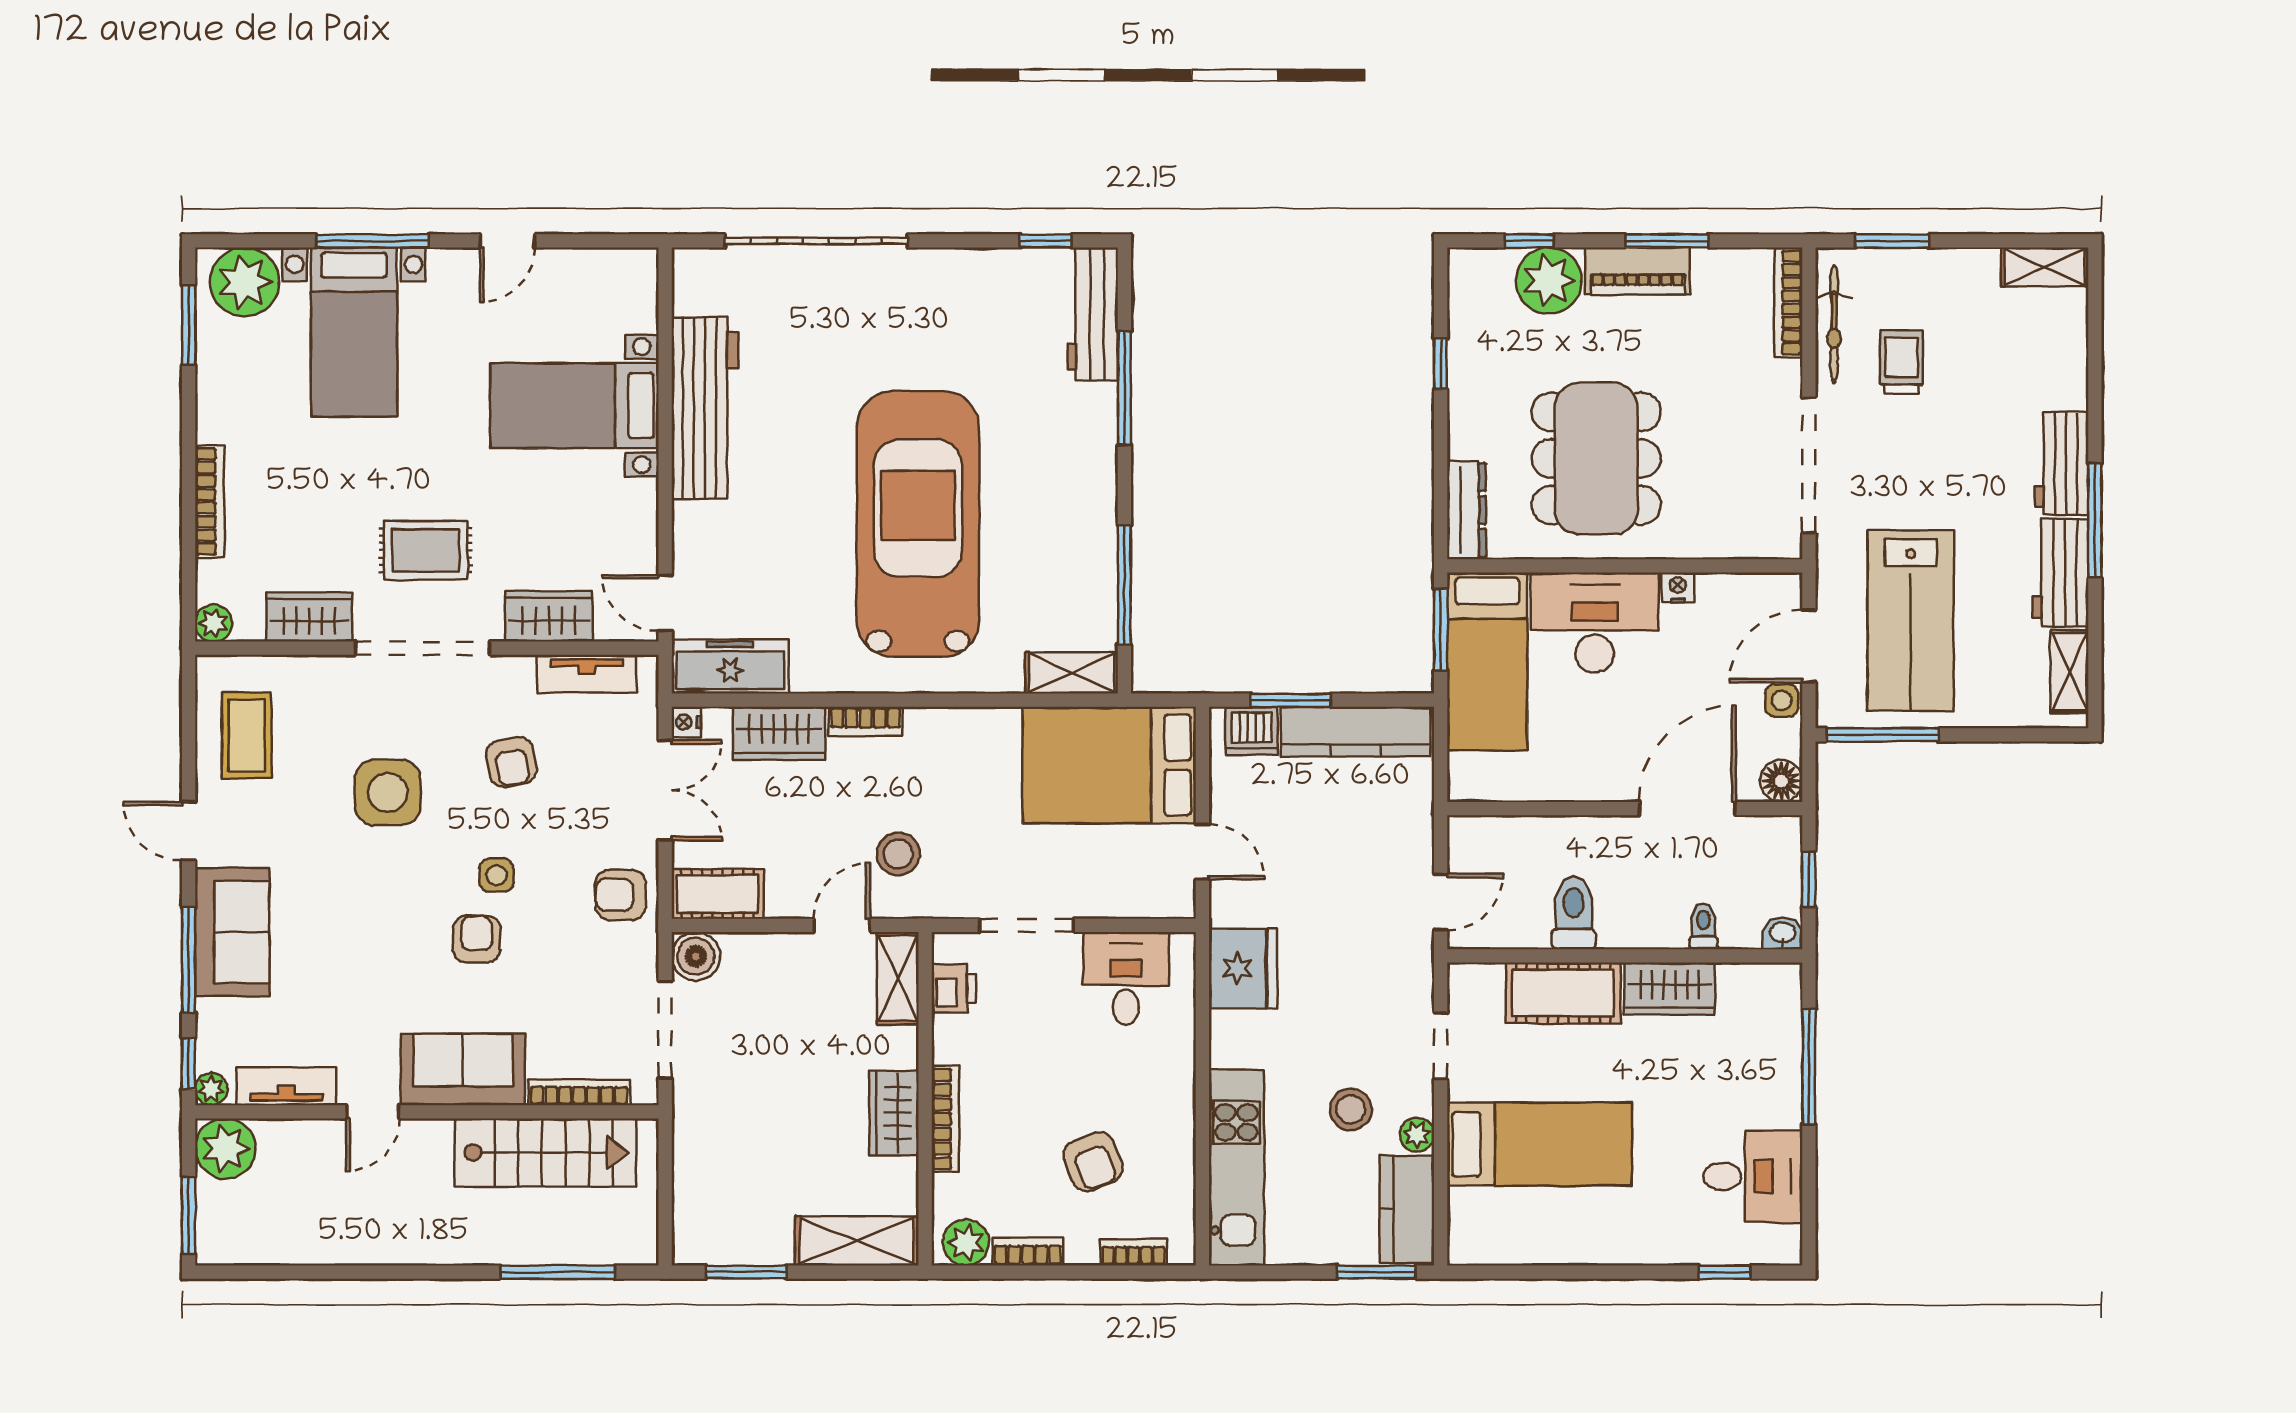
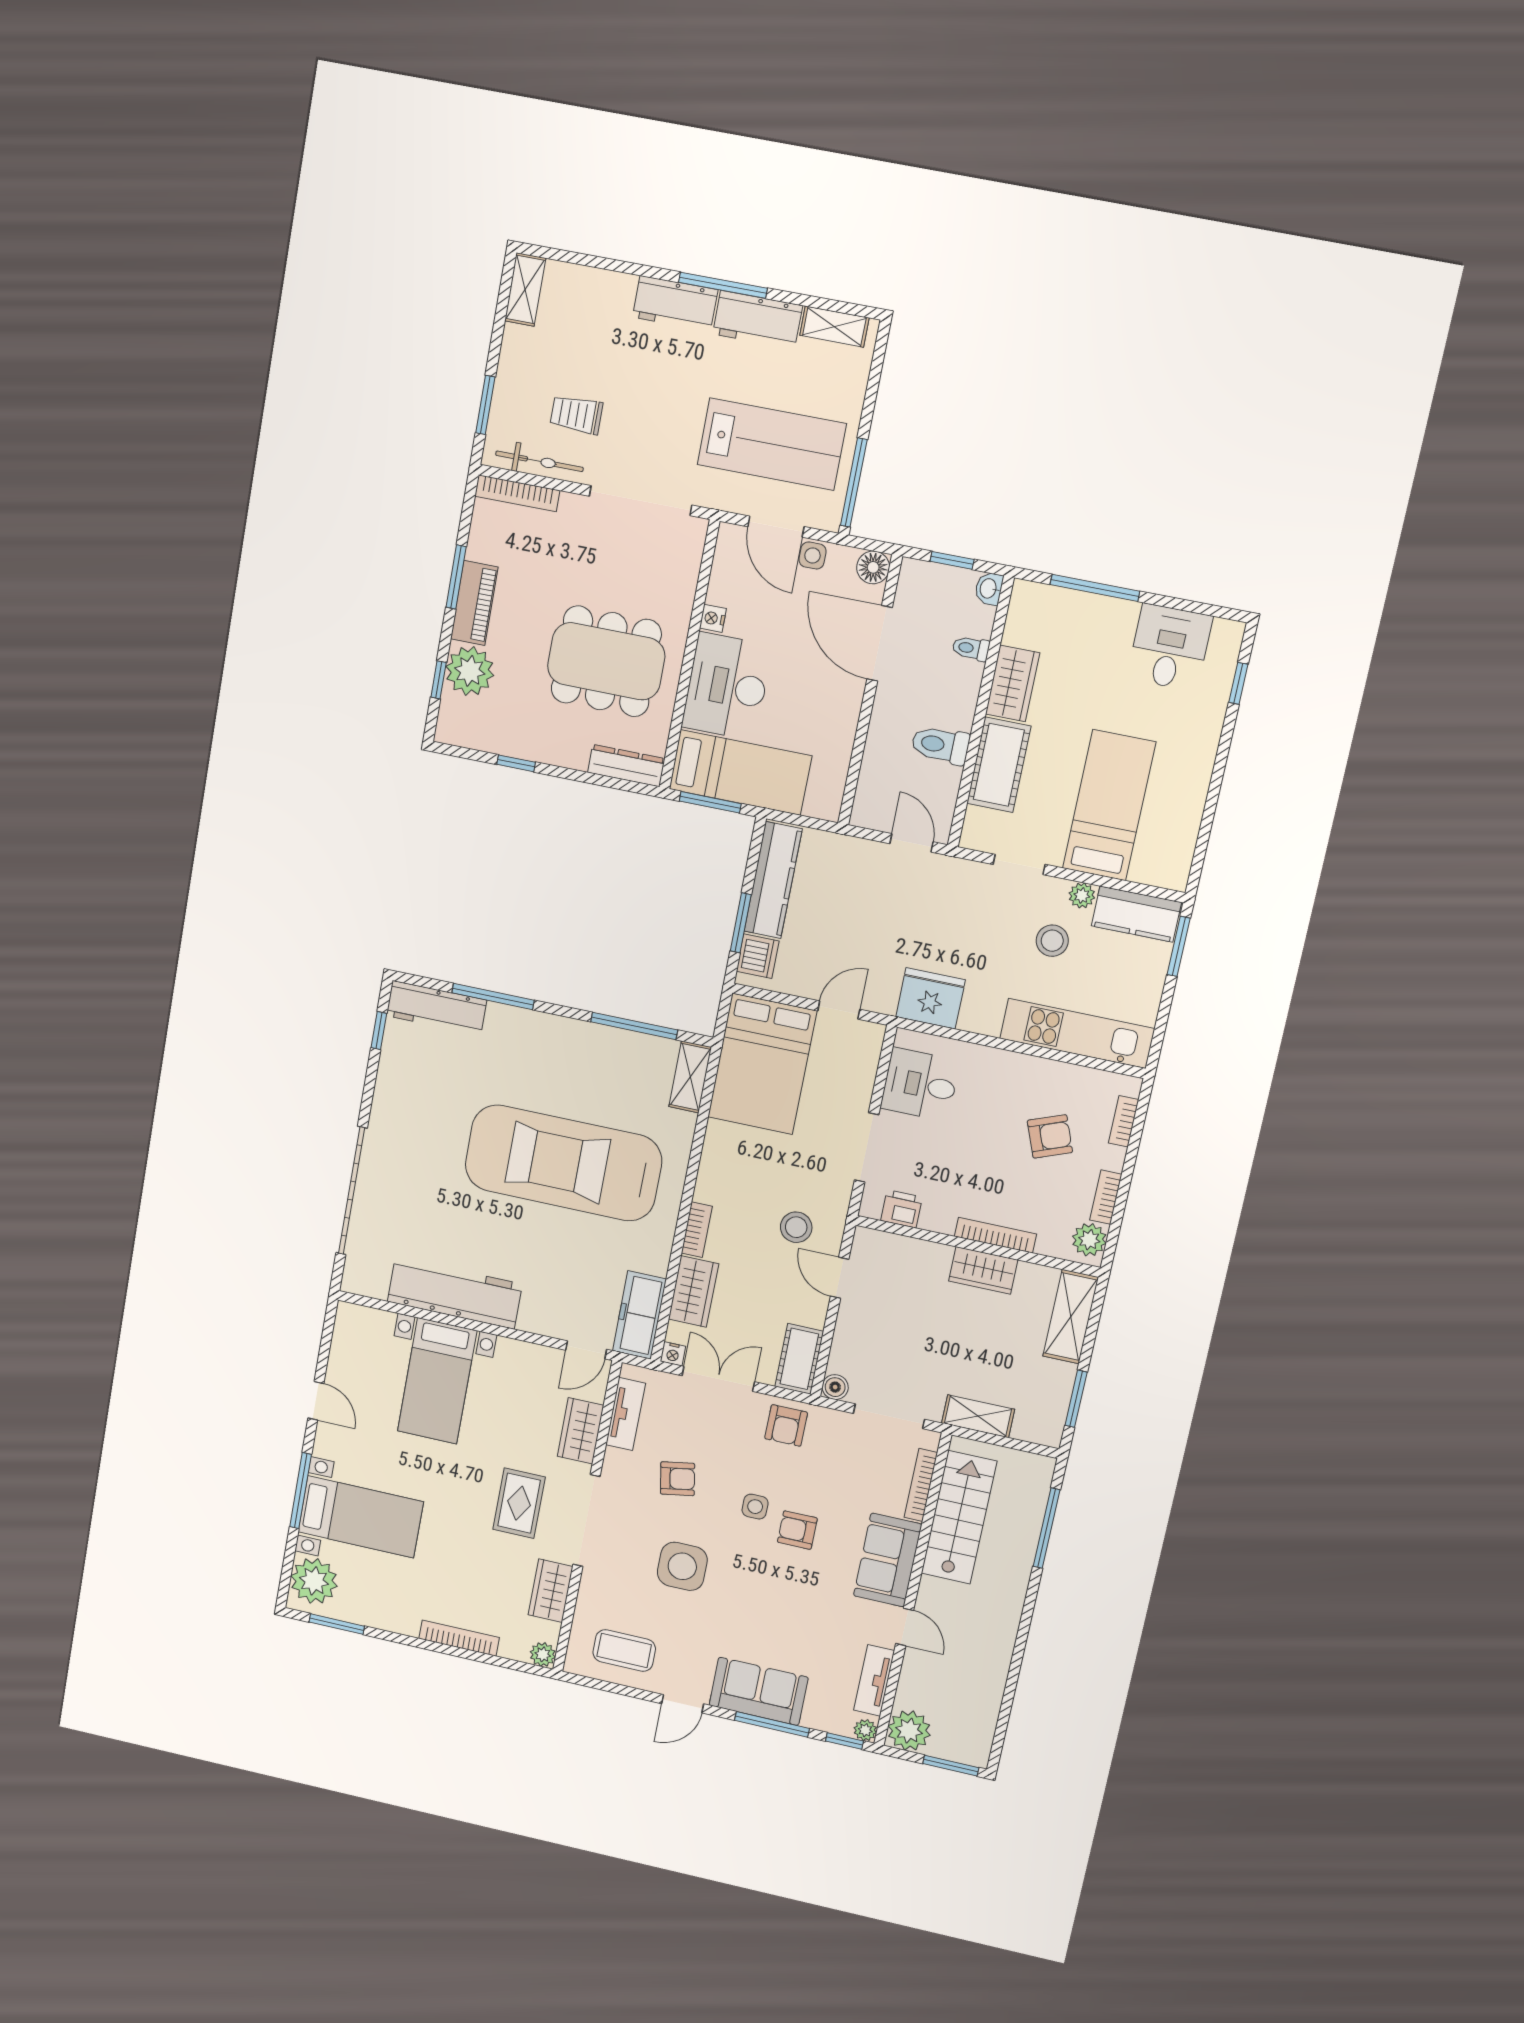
boiler: (696, 956) -> (835, 1387), width x0.73, depth x0.73
shelving: (898, 978) -> (978, 1416), moved

